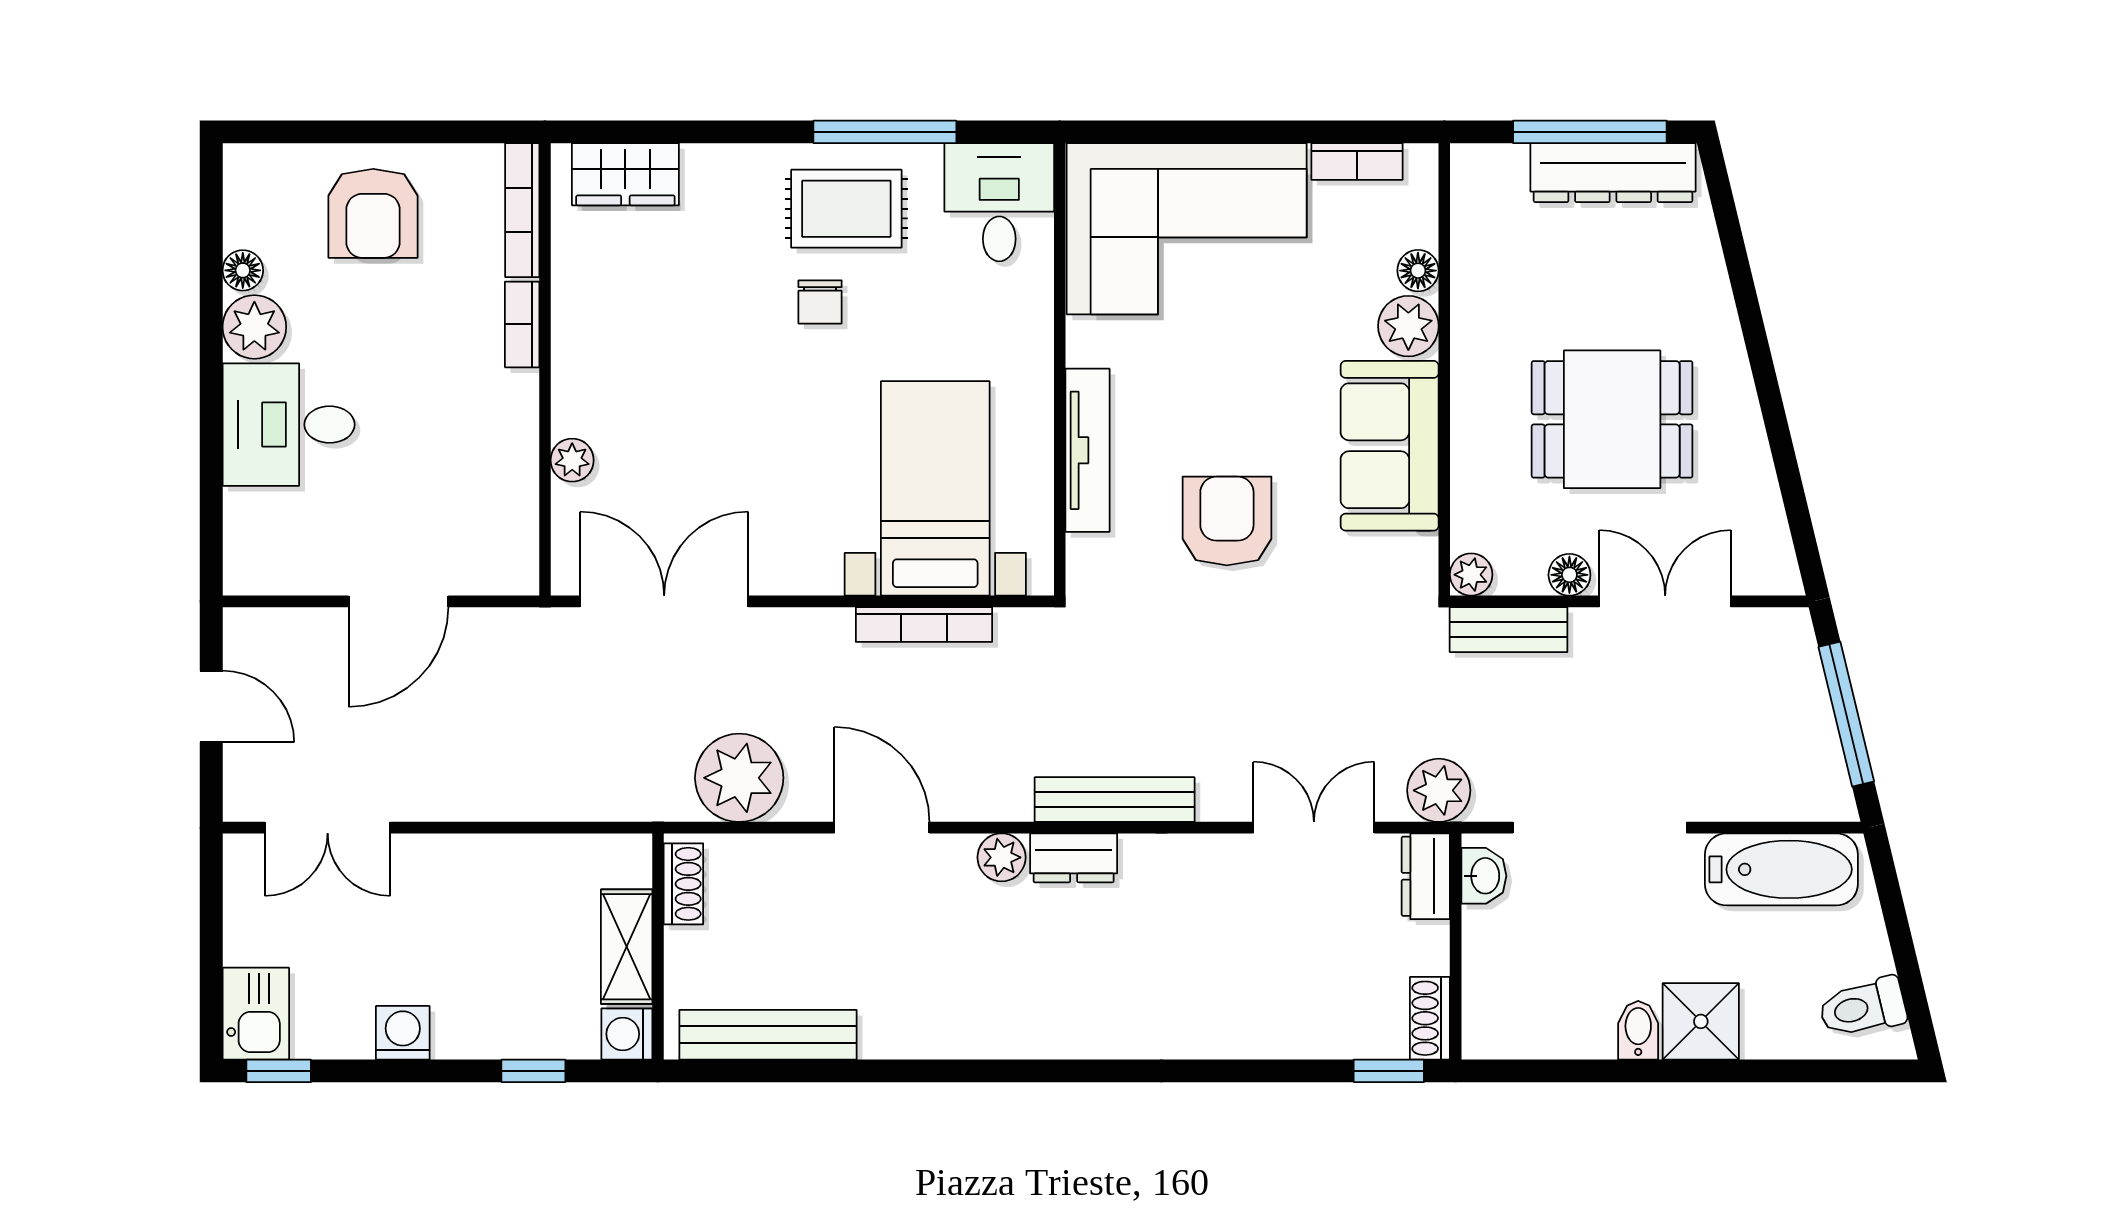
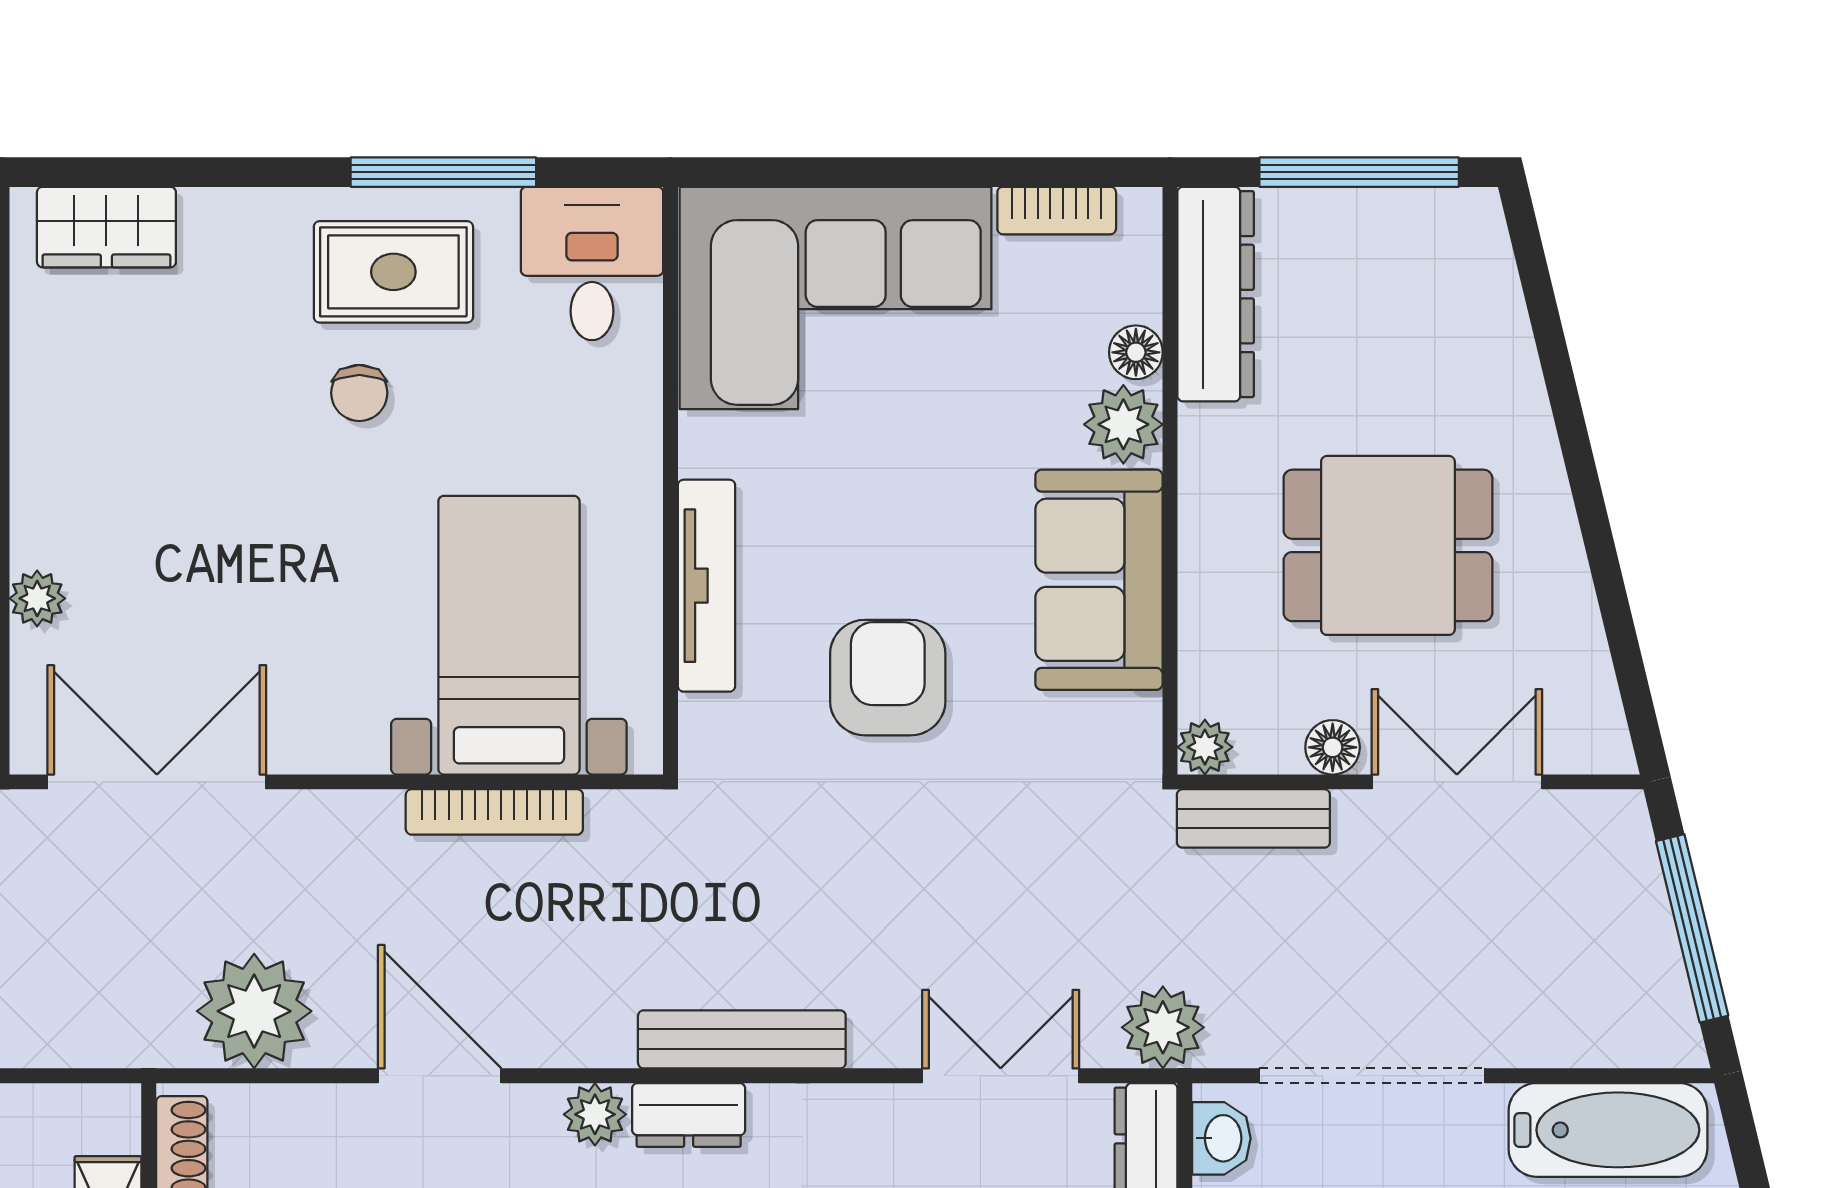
dresser: (1613, 173) -> (1216, 294), moved, turned -90

